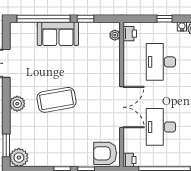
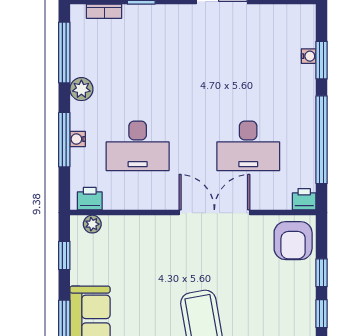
window: (86, 19) -> (64, 256), moved
window: (165, 19) -> (64, 140), width x2.17
water cooler: (182, 27) -> (78, 139), moved

